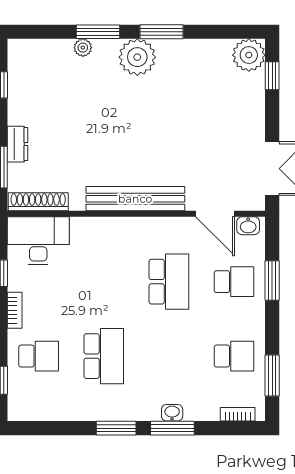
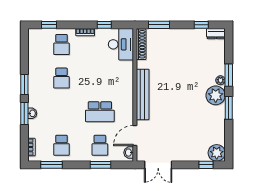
plant: (83, 48) -> (221, 80), moved
dresser: (18, 144) -> (216, 34), moved
school desk: (104, 356) -> (61, 78), width x0.54

